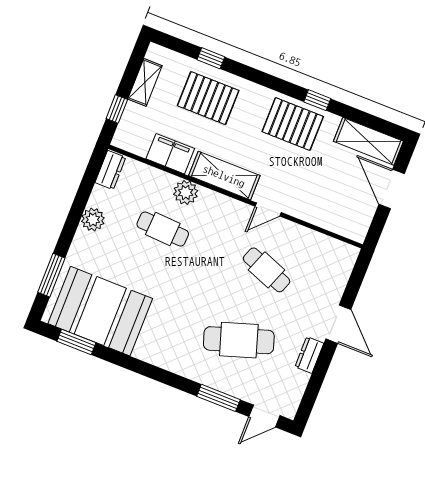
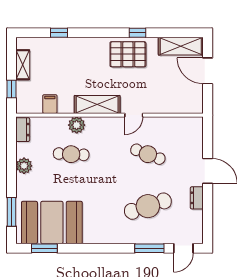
pallet: (208, 98) -> (67, 59), removed
filing cabinet: (170, 154) -> (50, 104), width x0.50

